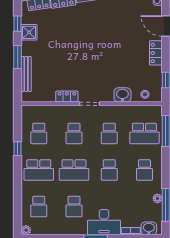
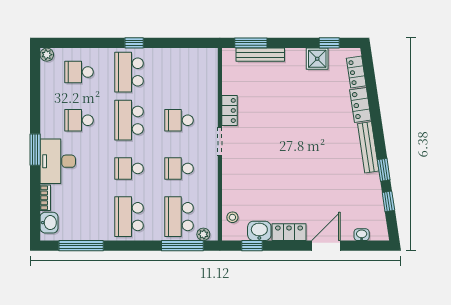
window: (18, 57) -> (251, 43), moved
washbasin: (122, 95) -> (259, 231), moved, turned -90
school desk: (39, 133) -> (179, 72), removed
window: (18, 149) -> (134, 43), moved
school desk: (144, 170) -> (129, 217), width x1.85
plant: (157, 198) -> (203, 234), moved

